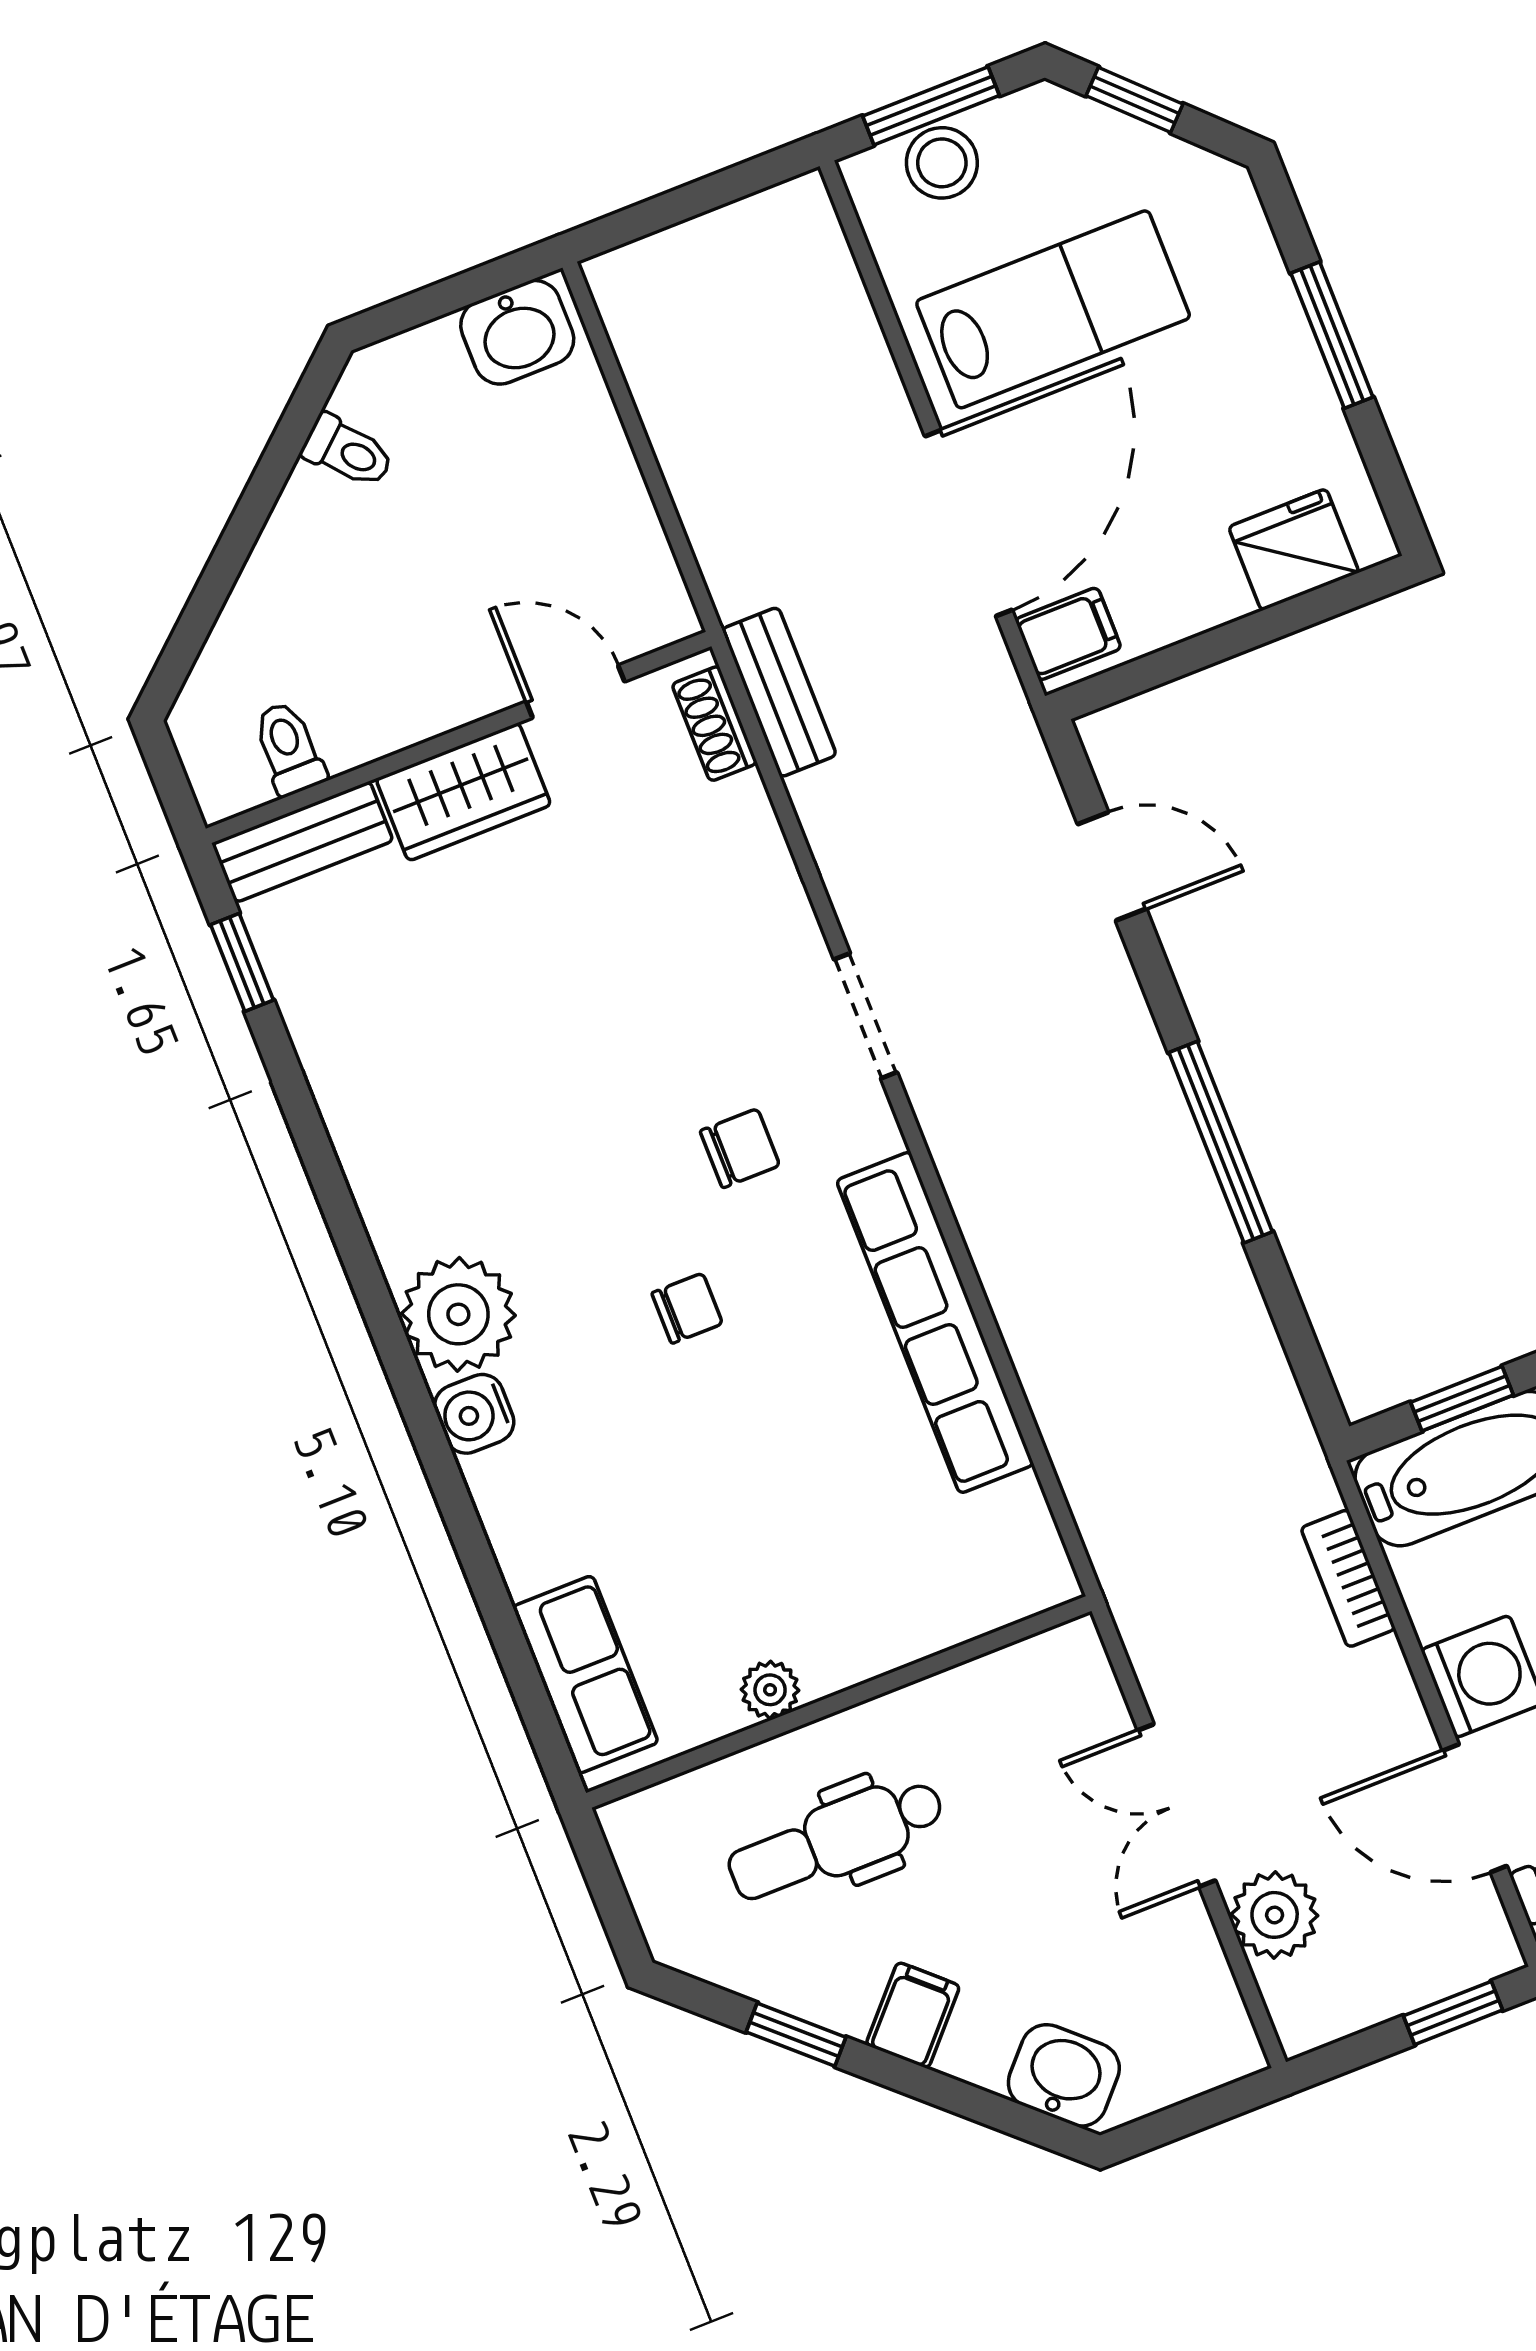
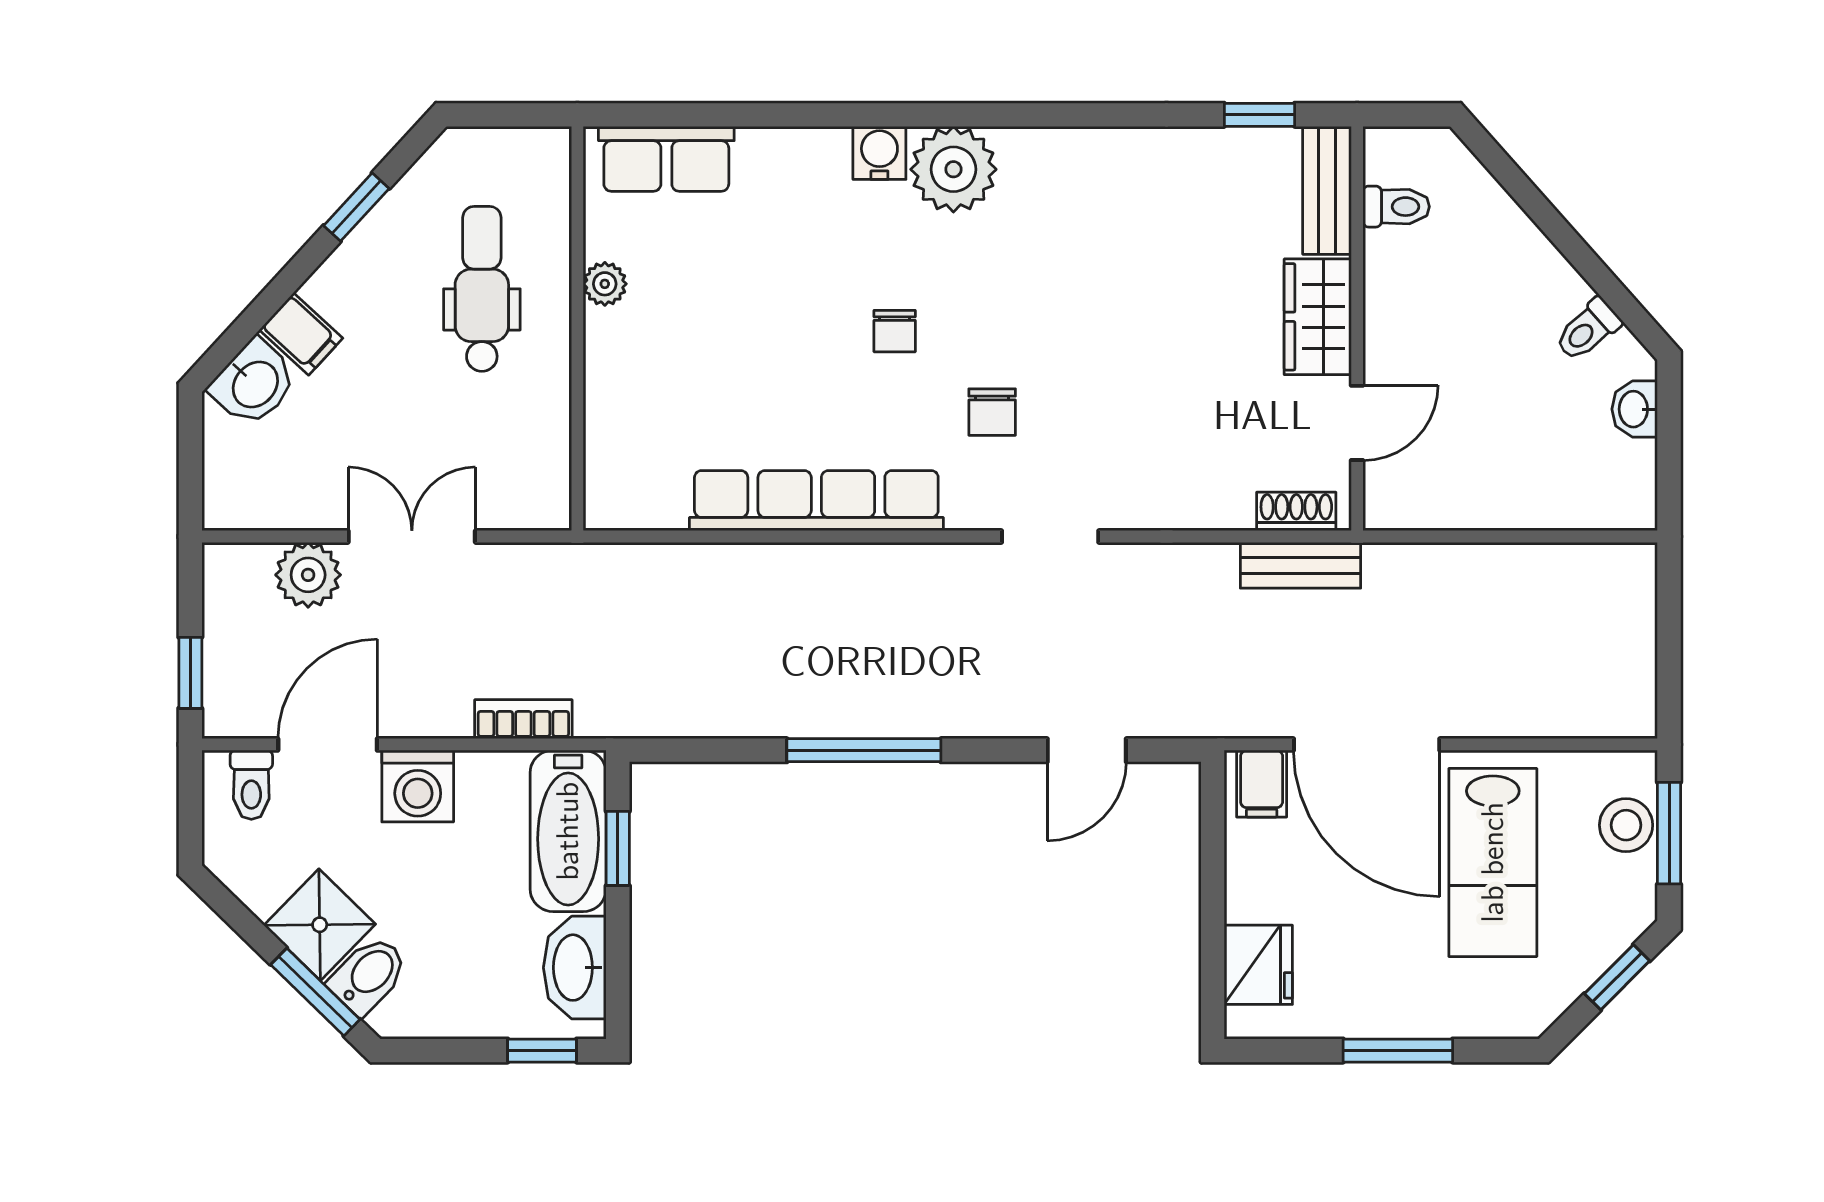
washbasin: (517, 332) -> (1635, 409), moved, width x0.72, depth x0.69
filing cabinet: (913, 2015) -> (301, 334), moved

